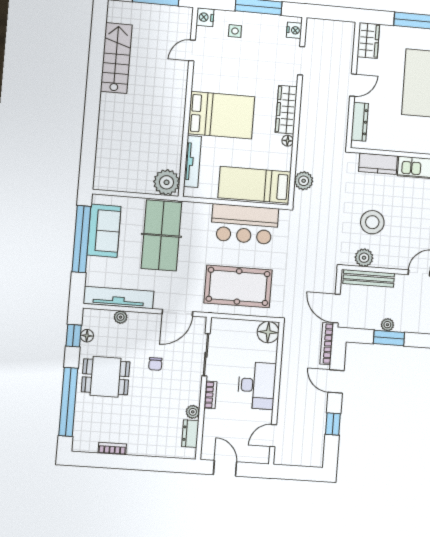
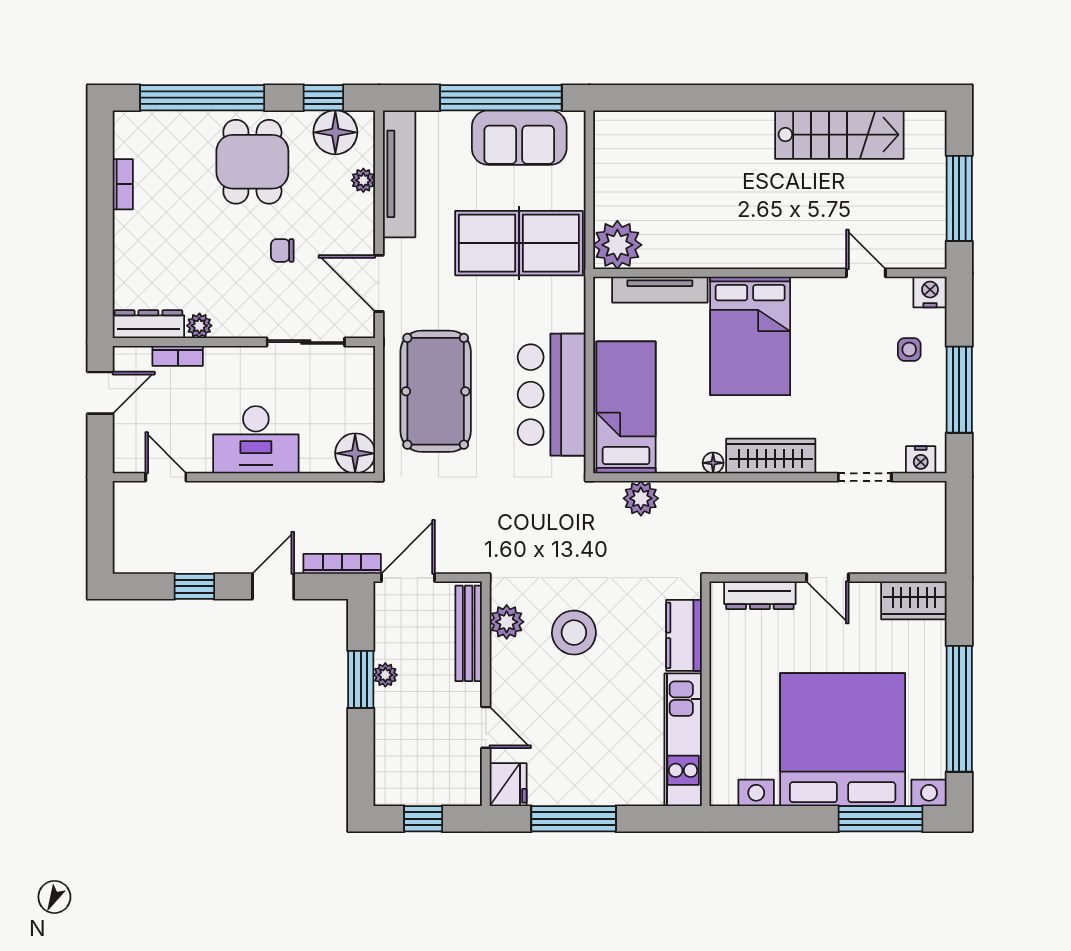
floor lamp: (87, 336) -> (335, 132), width x1.89, depth x1.89
bookcase: (210, 395) -> (178, 356), moved
dresser: (190, 434) -> (148, 324), width x1.44

